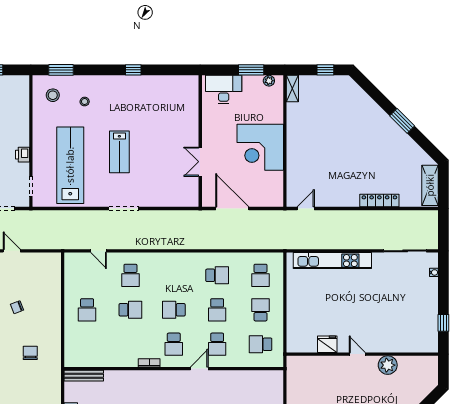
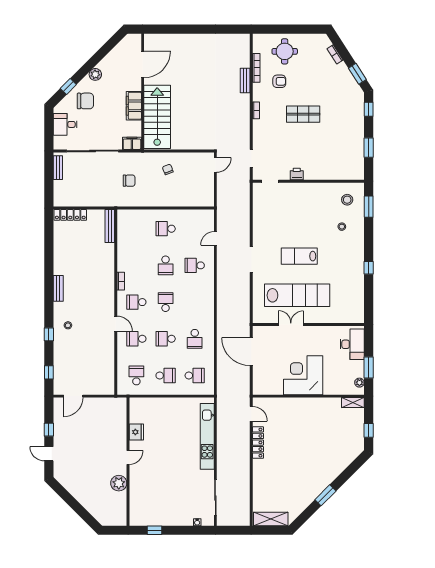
lab bench: (70, 165) -> (297, 295), moved
locker: (379, 201) -> (258, 443), moved
door: (232, 209) -> (251, 352), swing flipped
school desk: (261, 275) -> (195, 375), turned 180

